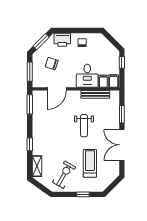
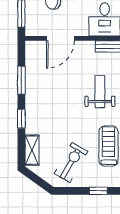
window: (30, 104) -> (21, 80), moved
weight bench: (84, 126) -> (100, 92), turned 180

